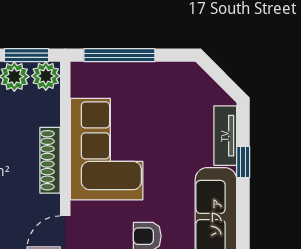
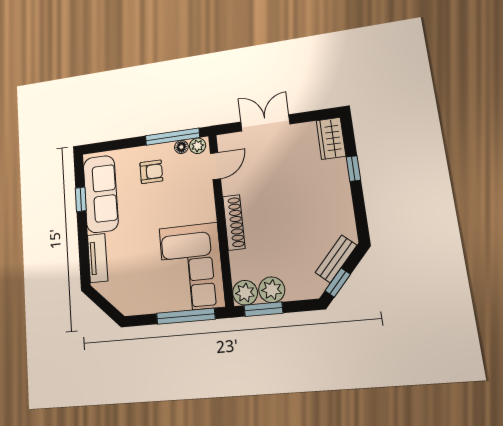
corner sofa: (107, 149) -> (192, 267), moved
window: (243, 162) -> (81, 199), moved

